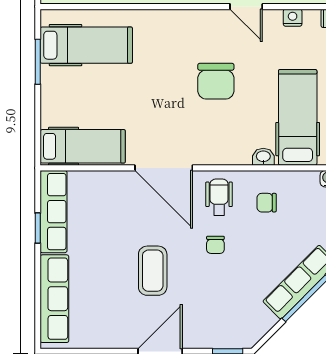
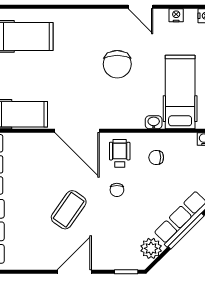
coffee table: (153, 271) -> (69, 210), turned 35
plant: (260, 321) -> (151, 248), added

